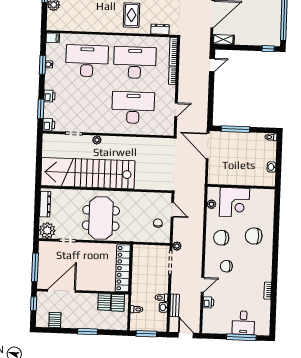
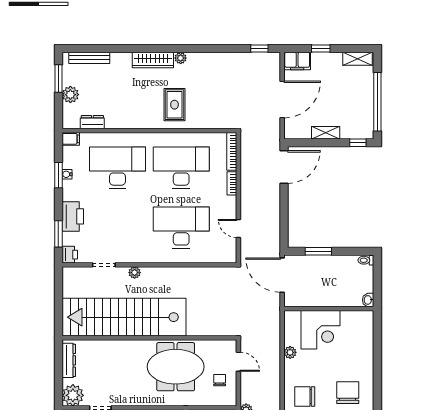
dresser: (160, 29) -> (92, 122), moved
shelving: (223, 40) -> (326, 133), moved
door: (212, 65) -> (284, 167), width x1.87
printer: (49, 96) -> (73, 216), width x1.87, depth x1.48
door: (176, 110) -> (238, 228), swing flipped
window: (235, 129) -> (318, 251), width x0.69
wall: (241, 187) -> (329, 309), moved
corner desk: (234, 202) -> (321, 330), moved
meeting table: (101, 218) -> (176, 367), moved, turned 90
chair: (254, 236) -> (348, 393), turned 90

